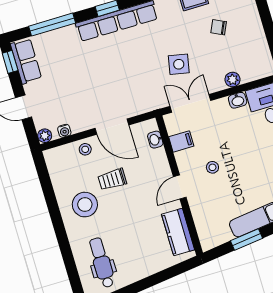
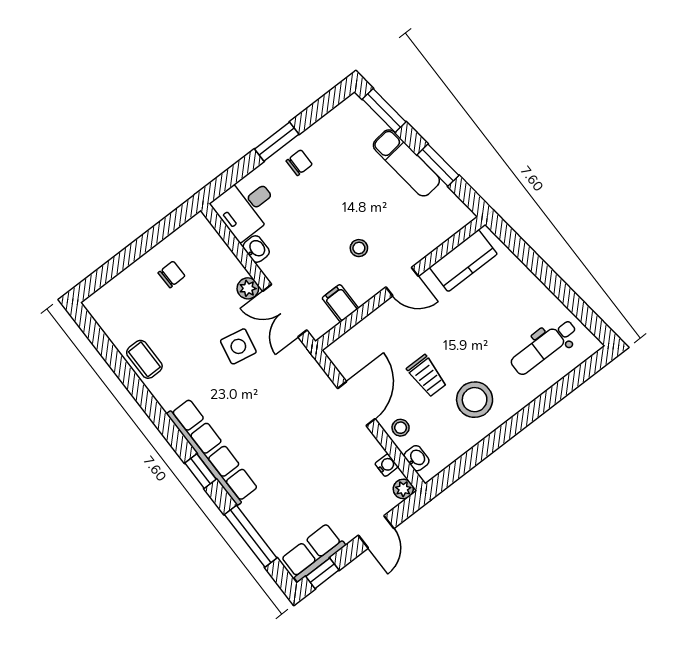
chair: (219, 27) -> (172, 274), moved, turned -116
plant: (232, 80) -> (248, 288), moved
washbasin: (155, 140) -> (417, 458), moved, turned -90

